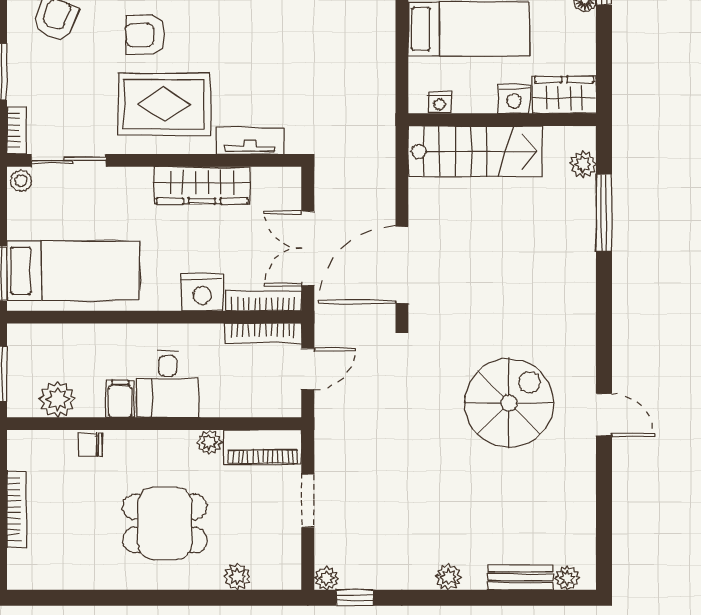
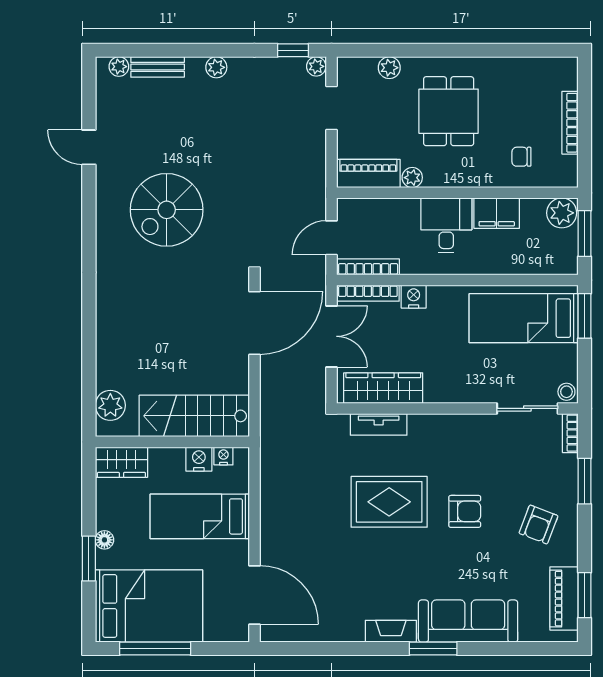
nightstand: (514, 99) -> (199, 459), moved
rug: (164, 104) -> (389, 502), moved
plant: (583, 164) -> (110, 405), width x1.38, depth x1.38
wardrobe: (202, 185) -> (383, 388), moved
window: (604, 213) -> (89, 366), removed
nightstand: (202, 292) -> (414, 297), width x0.74, depth x0.75
plant: (57, 399) -> (562, 213), moved
filing cabinet: (120, 399) -> (497, 213), width x2.00
door: (604, 415) -> (89, 147), moved
chair: (91, 444) -> (521, 157), moved, turned 180
doorway: (308, 501) -> (332, 108), moved
dining table: (165, 523) -> (449, 111), turned 90

